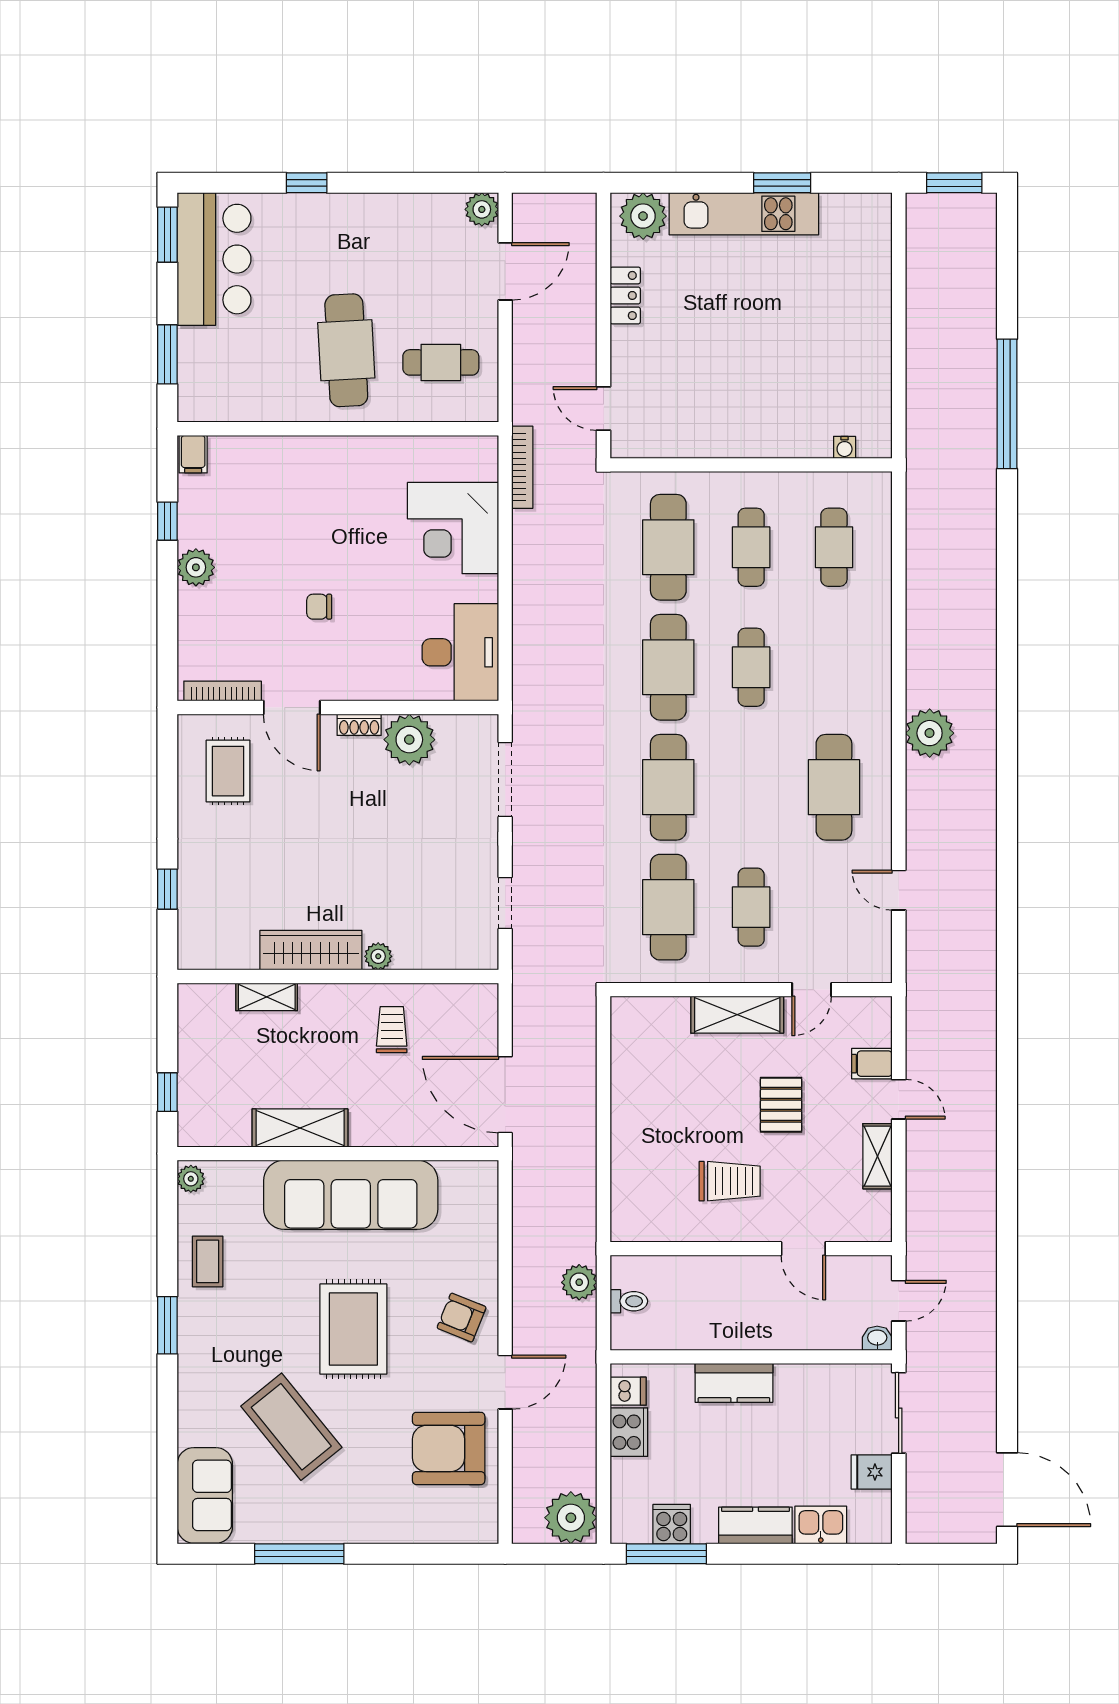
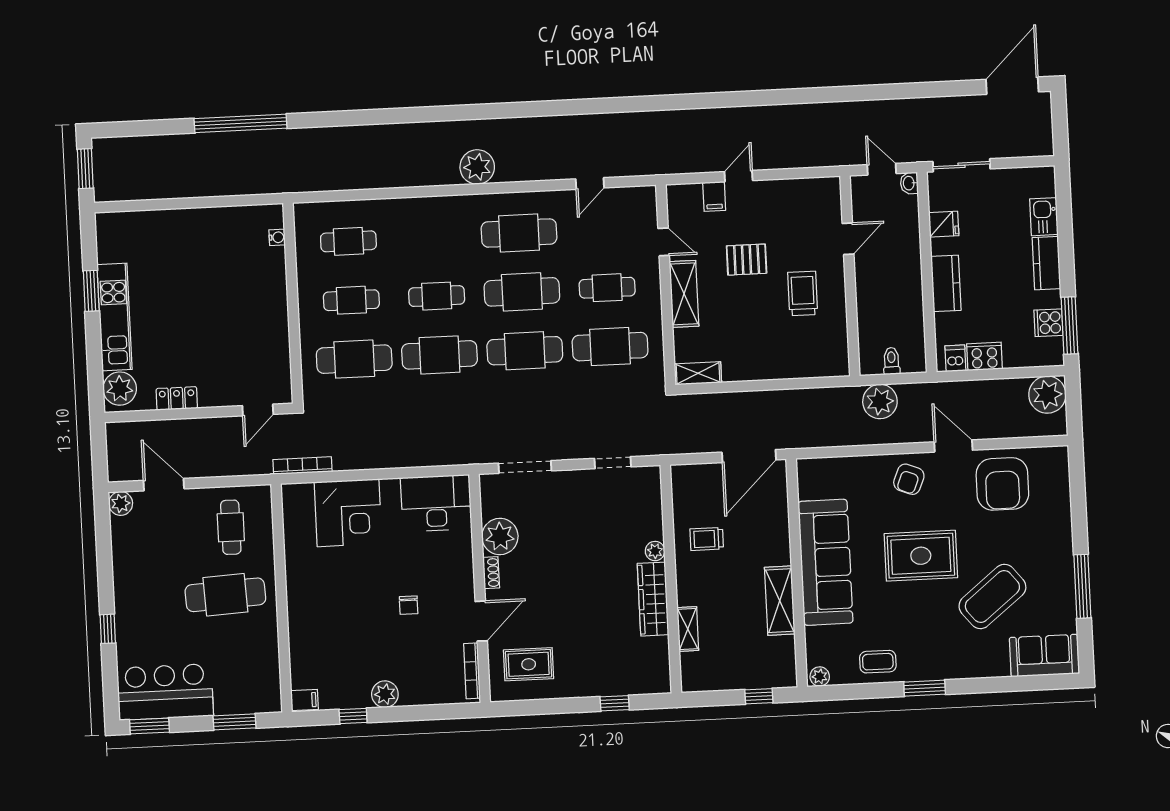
cafe table: (751, 787) -> (522, 292), added
shelving: (877, 1156) -> (698, 373), moved
plant: (579, 1282) -> (880, 401), width x1.36, depth x1.36
fridge: (872, 1472) -> (944, 224), moved, turned -90

